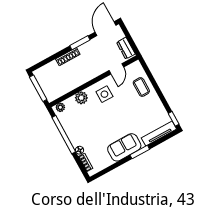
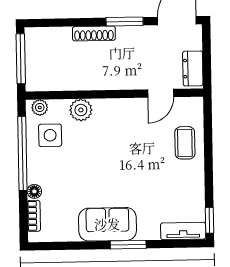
side table: (104, 94) -> (50, 135), moved
tv unit: (159, 133) -> (183, 231), width x0.71

